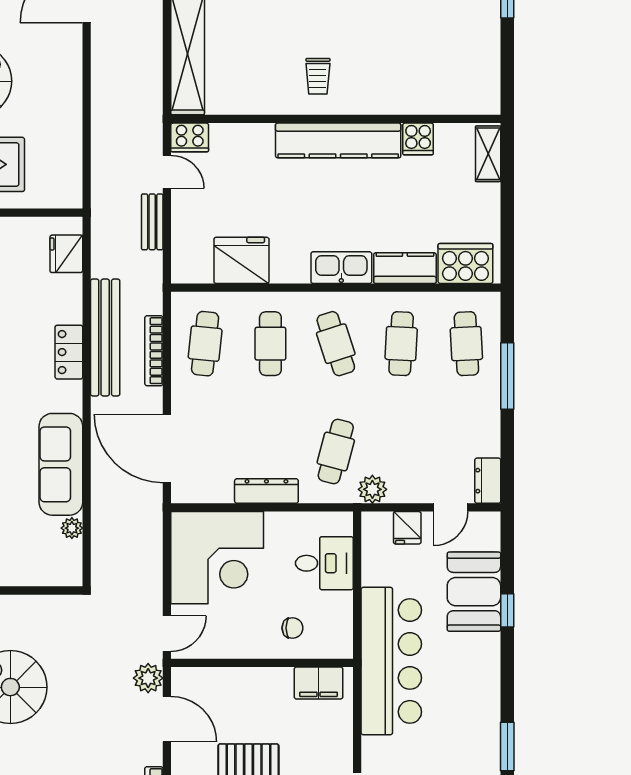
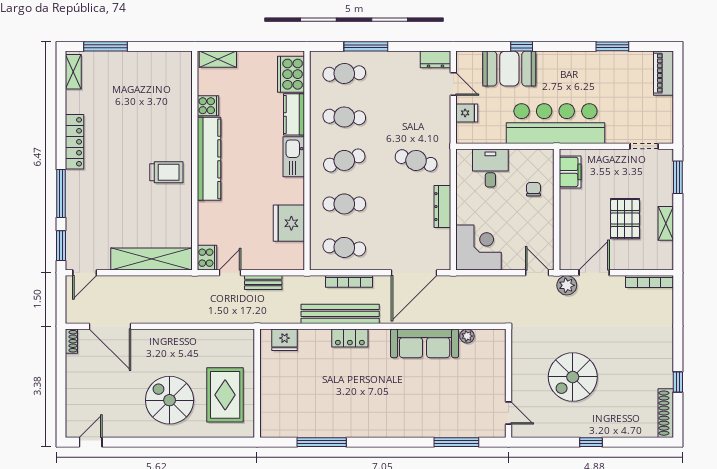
trolley: (318, 76) -> (166, 172), width x1.36, depth x1.39
plant: (372, 489) -> (441, 136), removed
corner desk: (217, 558) -> (479, 248), width x0.74, depth x0.74

